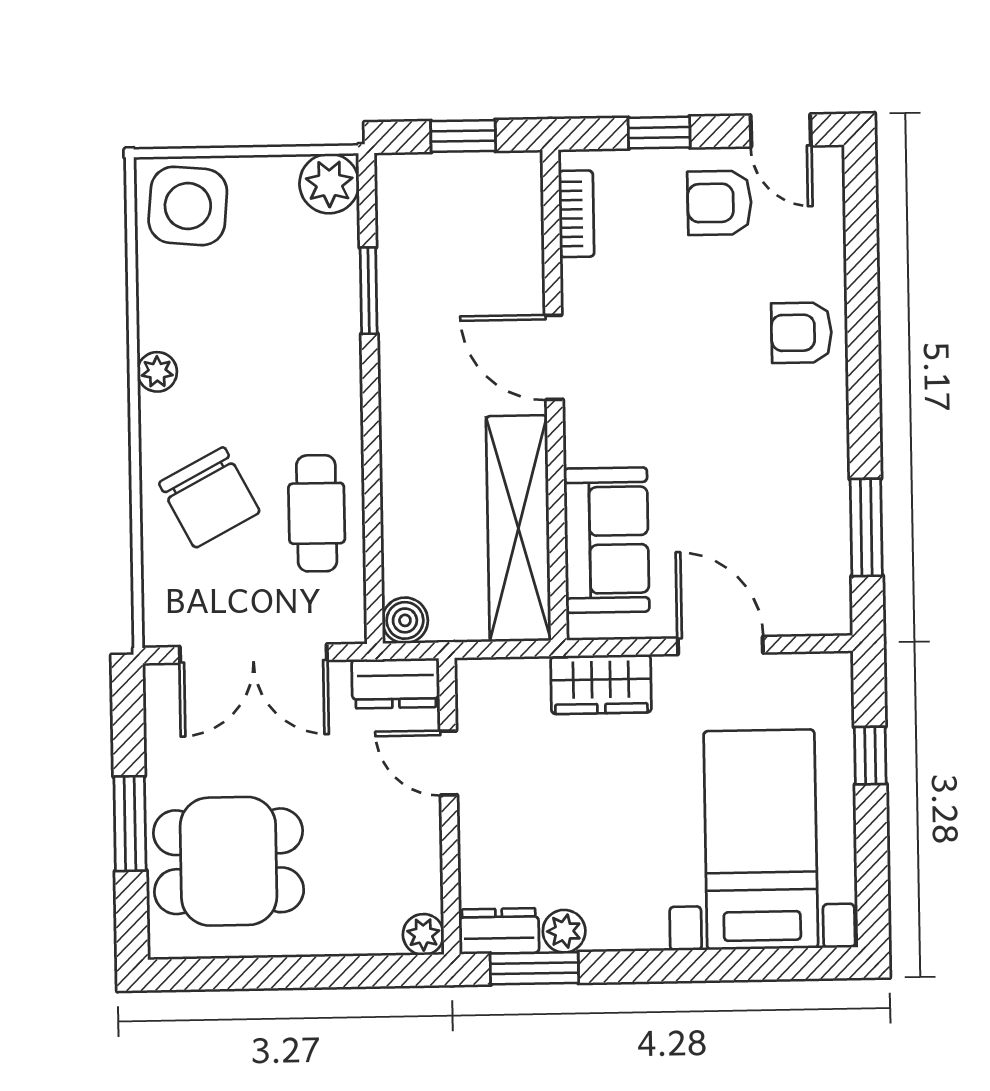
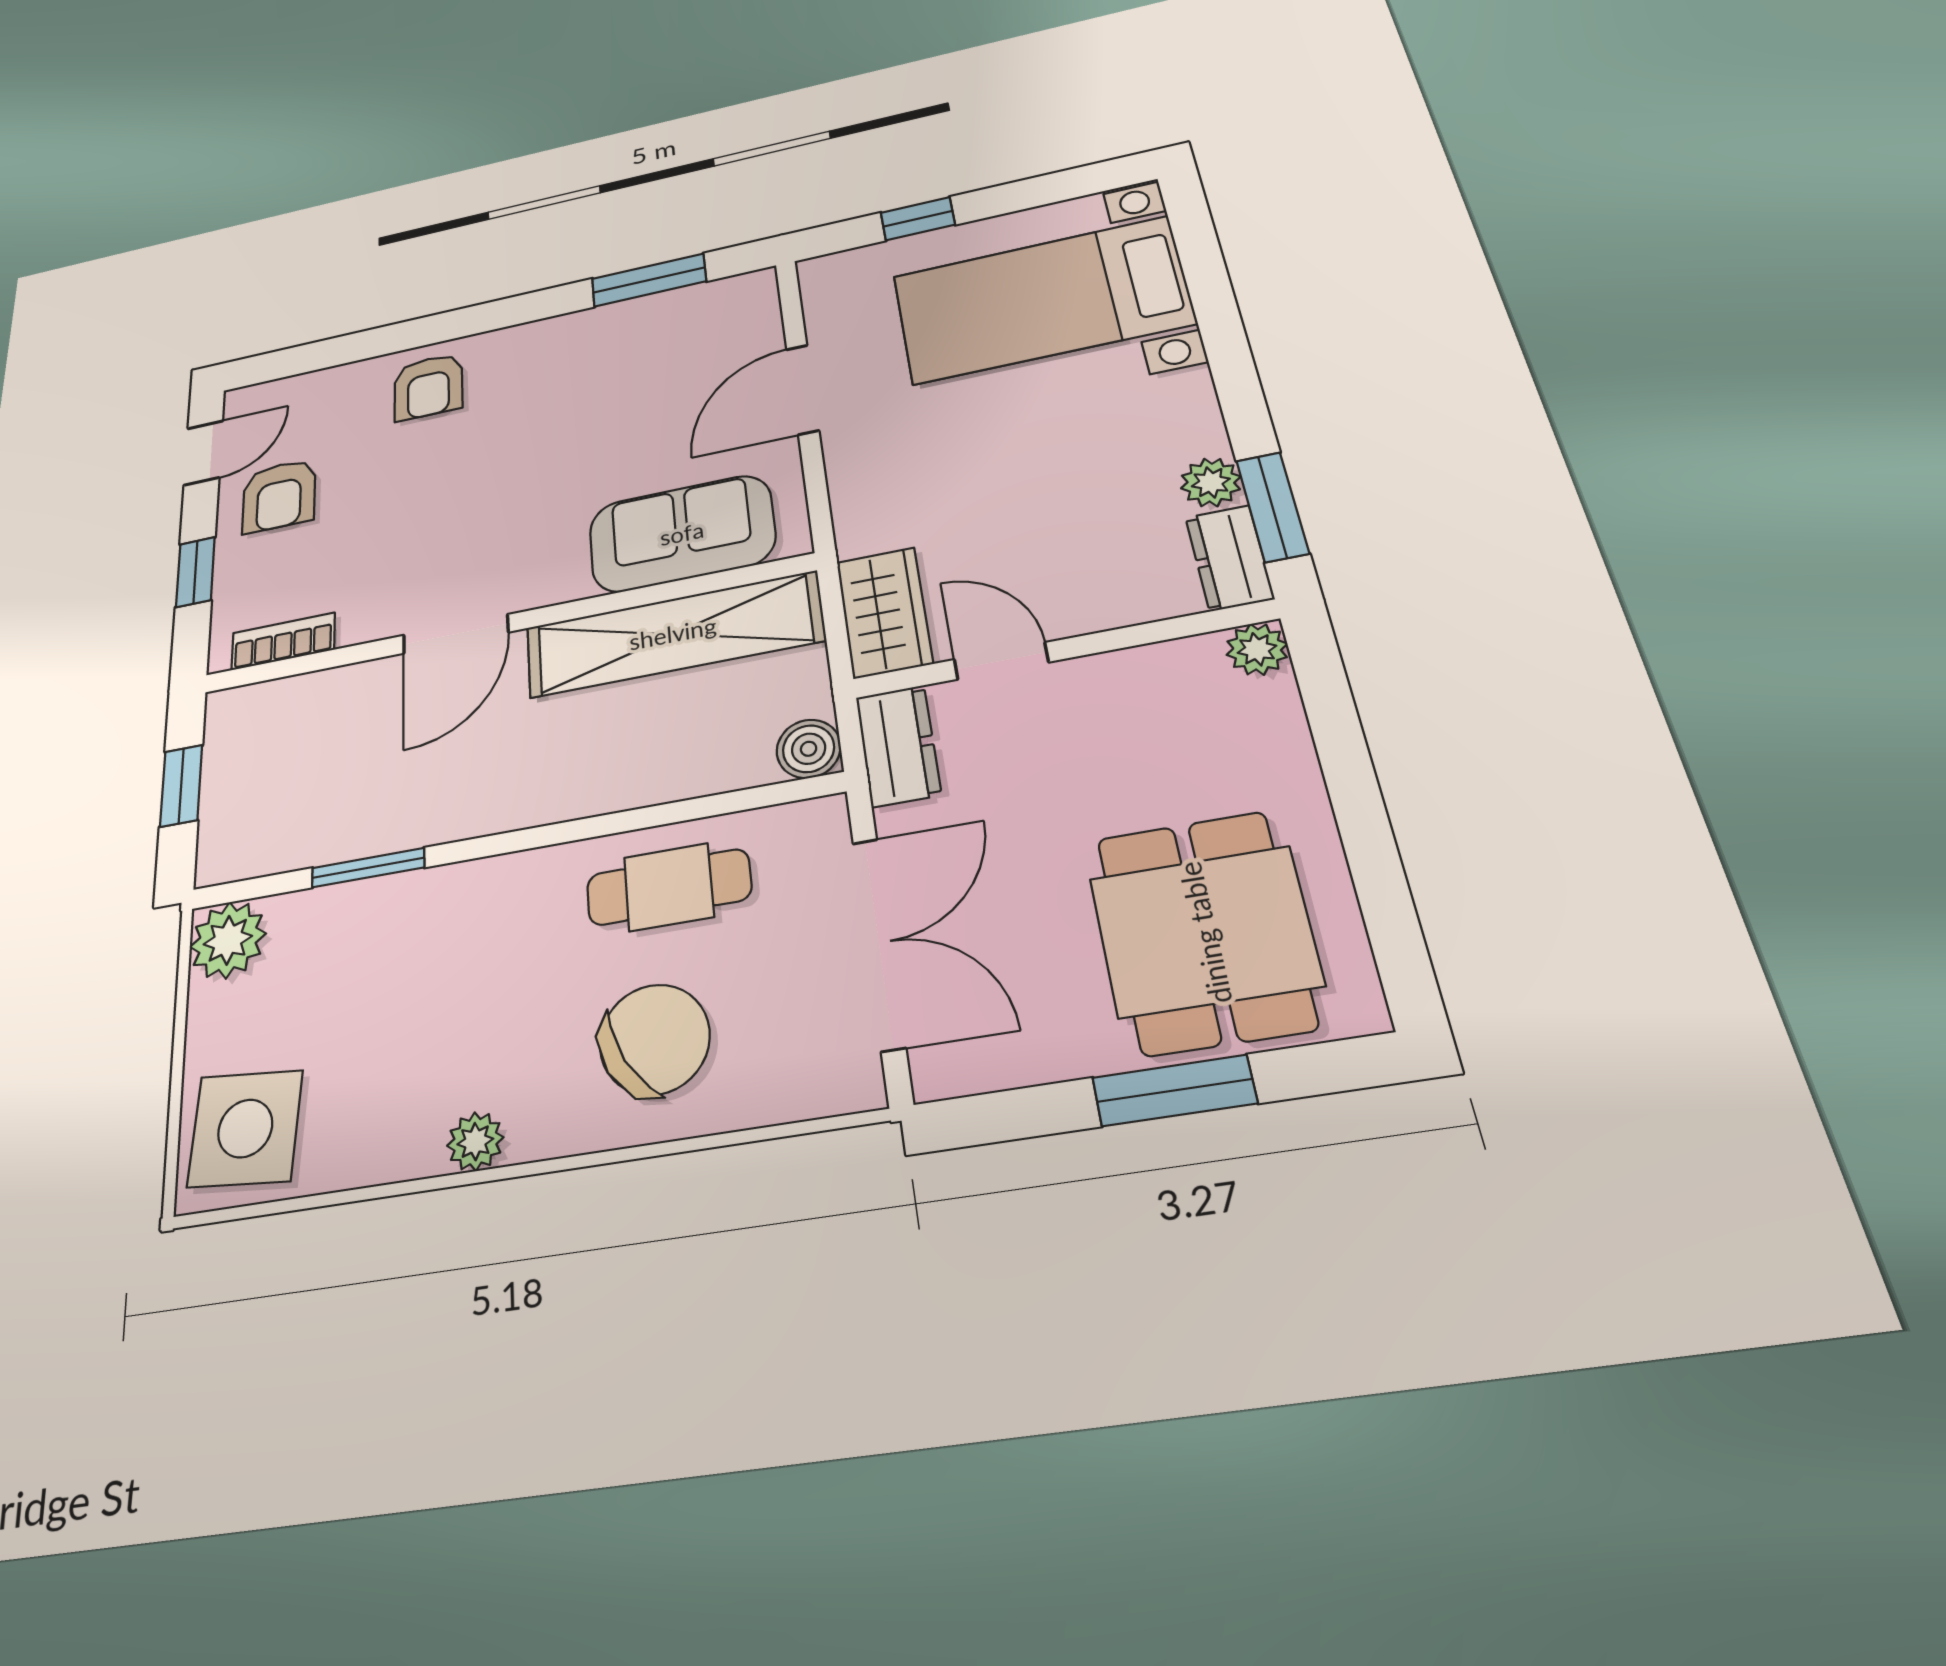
wardrobe: (601, 684) -> (884, 612), moved
door: (448, 763) -> (1001, 661), swing flipped

